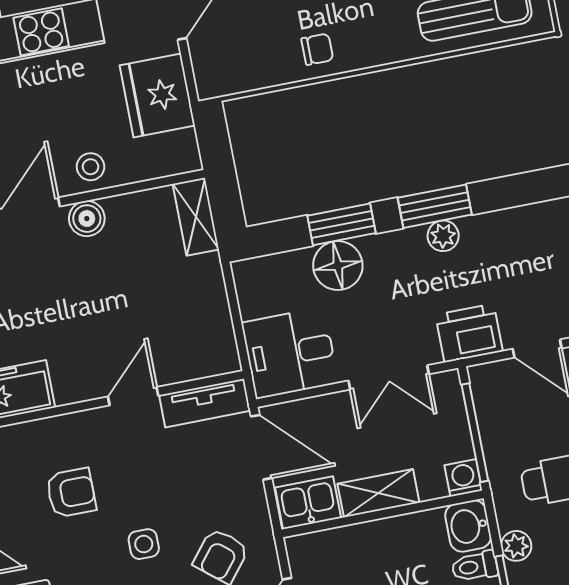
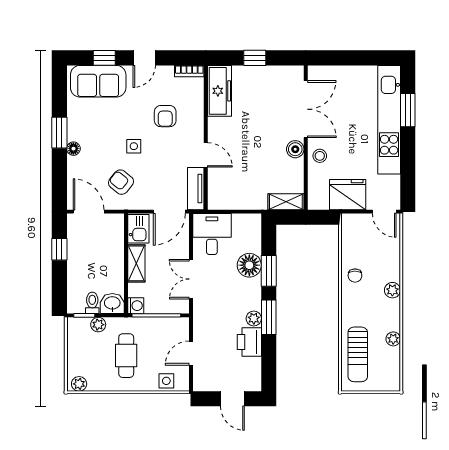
printer: (469, 333) -> (249, 342), moved, turned 180

